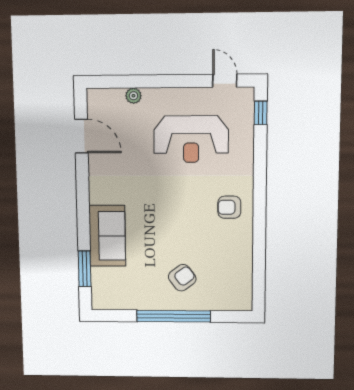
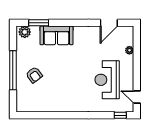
door: (225, 81) -> (137, 97), swing flipped
armchair: (229, 207) -> (72, 100), removed
plant: (102, 294) -> (25, 32), added

